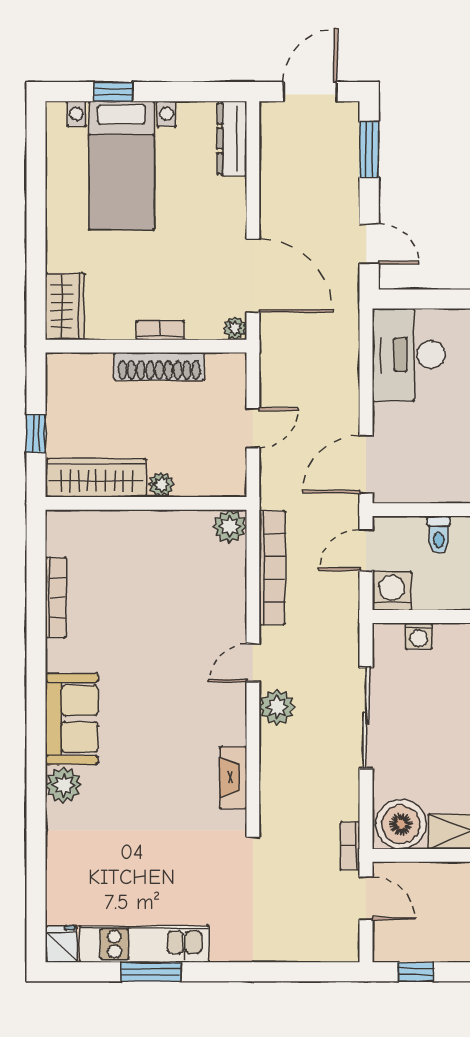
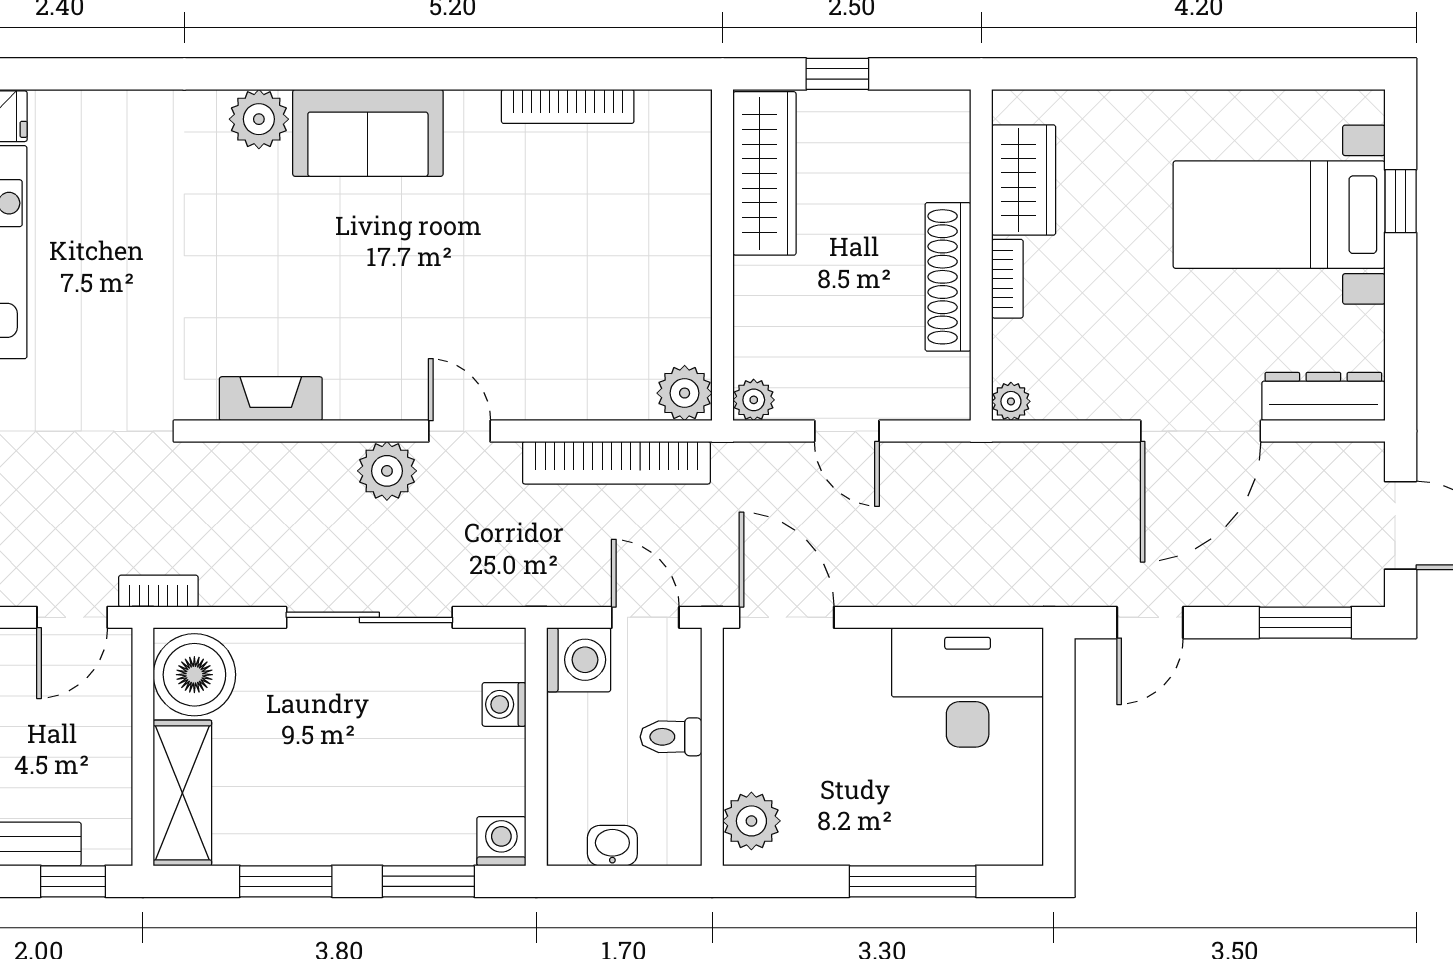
door: (253, 275) -> (1201, 431), moved
wardrobe: (65, 306) -> (1024, 180), moved, turned -90
plant: (161, 484) -> (754, 400), moved

